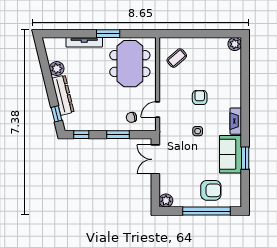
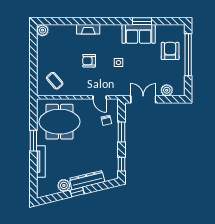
window: (57, 114) -> (77, 192), moved
fireplace: (236, 121) -> (88, 29), moved
double door: (155, 159) -> (143, 99), swing flipped
plant: (166, 201) -> (167, 90), moved

